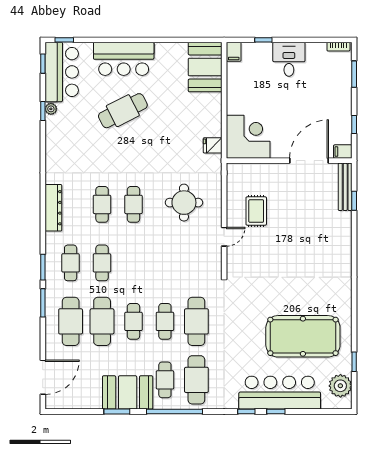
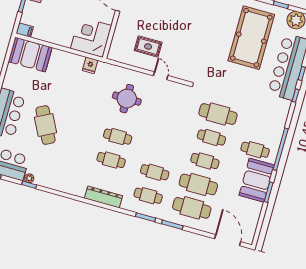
cafe table: (196, 380) -> (262, 126), removed

